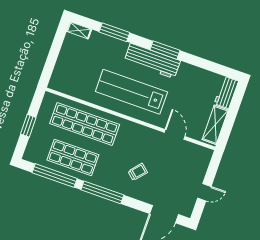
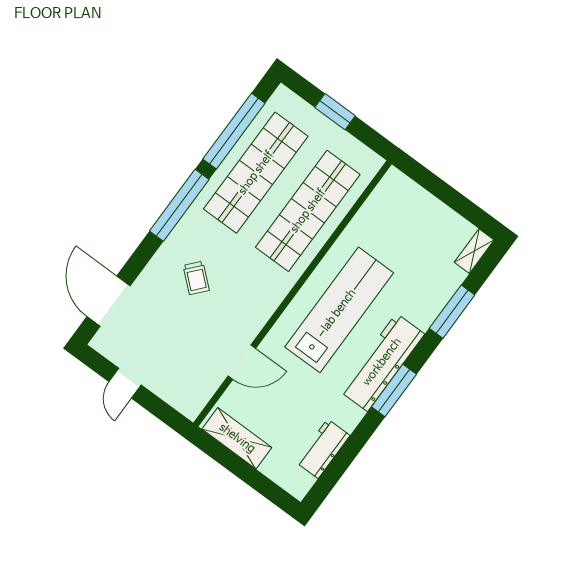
workbench: (226, 92) -> (323, 449), moved, turned -90
shop shelf: (73, 157) -> (256, 173), width x1.40

